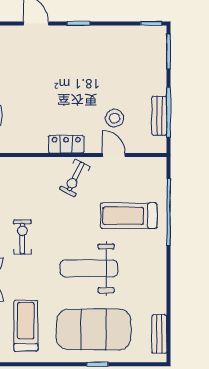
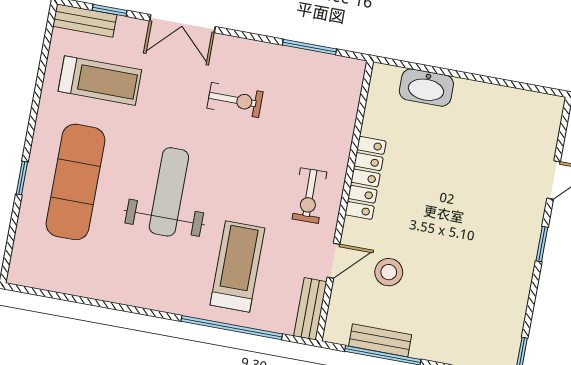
locker: (66, 144) -> (365, 178), width x1.53
exercise bike: (75, 178) -> (309, 196), turned -118
exercise mat: (94, 329) -> (75, 182), width x0.68
bench: (159, 334) -> (310, 309), moved, turned 90

